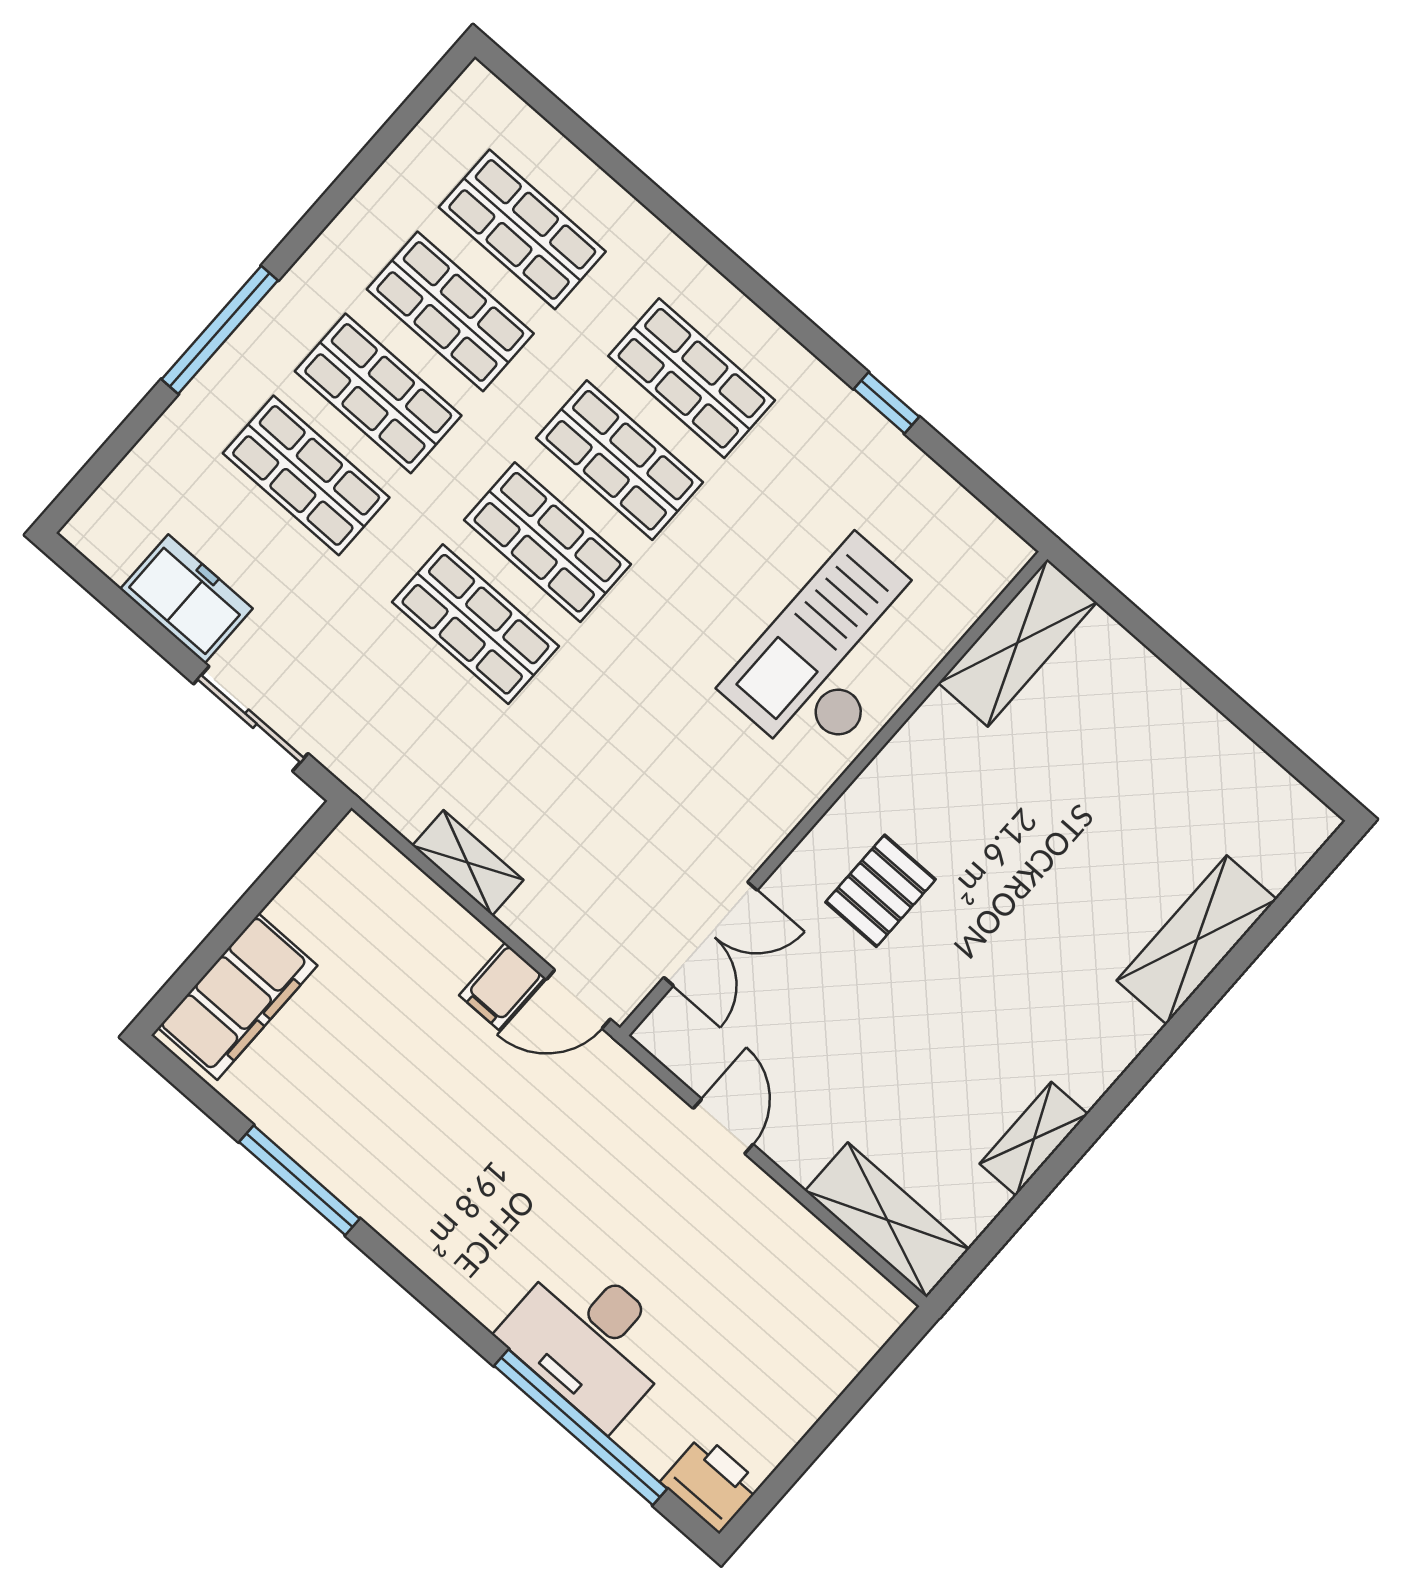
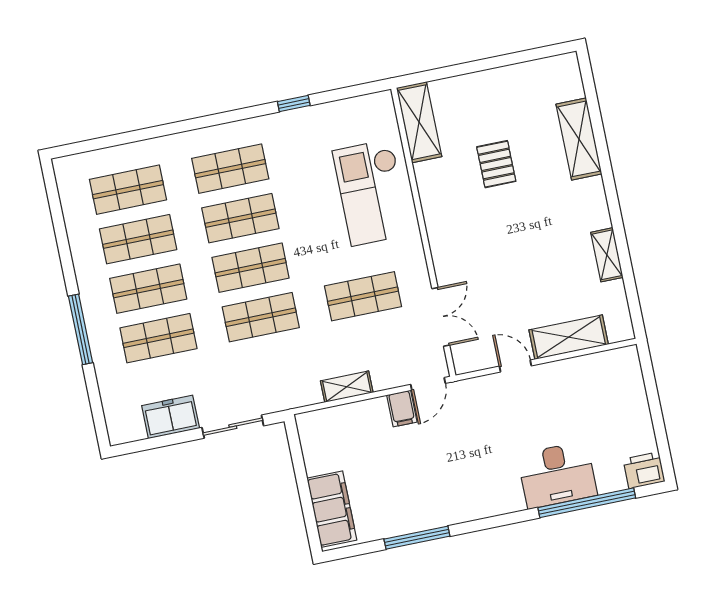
shop shelf: (645, 773) -> (363, 296), added
pallet: (881, 891) -> (496, 164), moved
shelving: (887, 1220) -> (569, 337), moved

